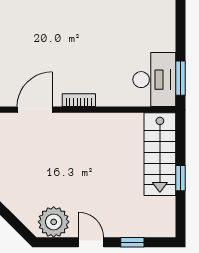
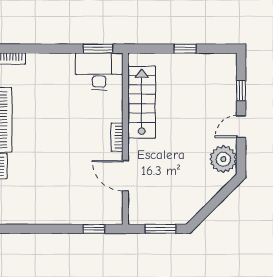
stairs: (160, 154) -> (142, 102), moved, turned -90

